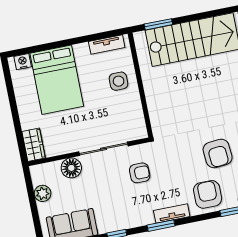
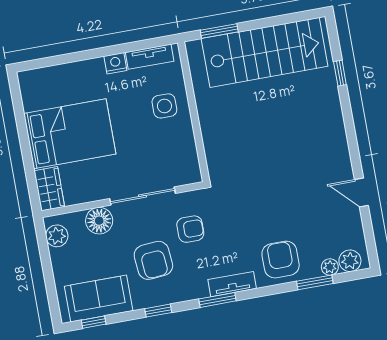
nightstand: (23, 62) -> (115, 63), moved
bed: (57, 80) -> (70, 134), moved, turned -90
armchair: (218, 153) -> (153, 260), moved
plant: (43, 193) -> (57, 236), moved

